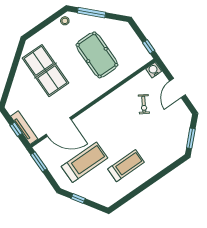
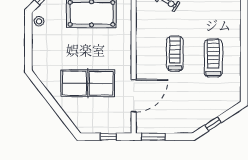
table tennis table: (45, 71) -> (88, 83), moved
tv unit: (24, 128) -> (112, 128), removed
treadmill: (85, 162) -> (175, 54), moved, width x0.73, depth x0.73

